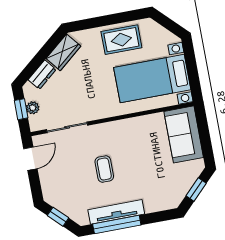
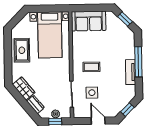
side table: (75, 158) -> (92, 93), added
door: (30, 159) -> (98, 121), moved
coffee table: (104, 169) -> (91, 67), moved
tv unit: (116, 212) -> (131, 72), width x0.71
window: (117, 225) -> (138, 62), moved

